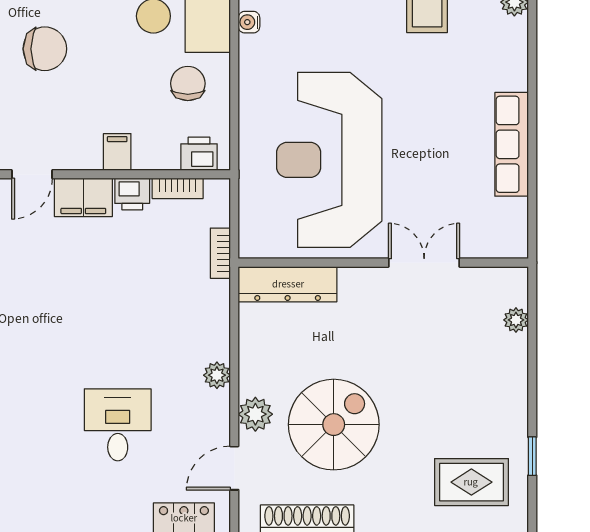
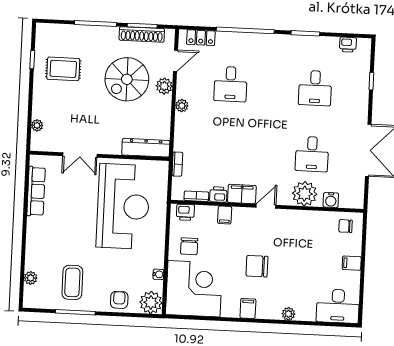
row of seats: (512, 144) -> (36, 191), moved
rug: (471, 482) -> (63, 69), moved

